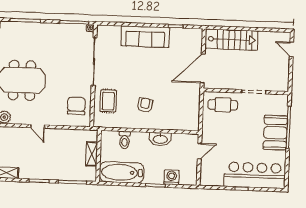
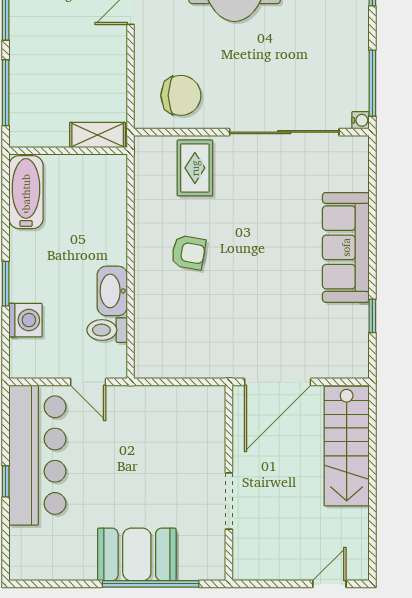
door: (203, 69) -> (278, 382), swing flipped
rug: (108, 101) -> (195, 168), turned 90
cafe table: (223, 105) -> (196, 431), removed
toilet: (125, 140) -> (107, 330), moved
shelving: (92, 154) -> (98, 135), moved
bathtub: (122, 172) -> (26, 192), width x0.73, depth x0.73
bar counter: (255, 175) -> (37, 455), moved

